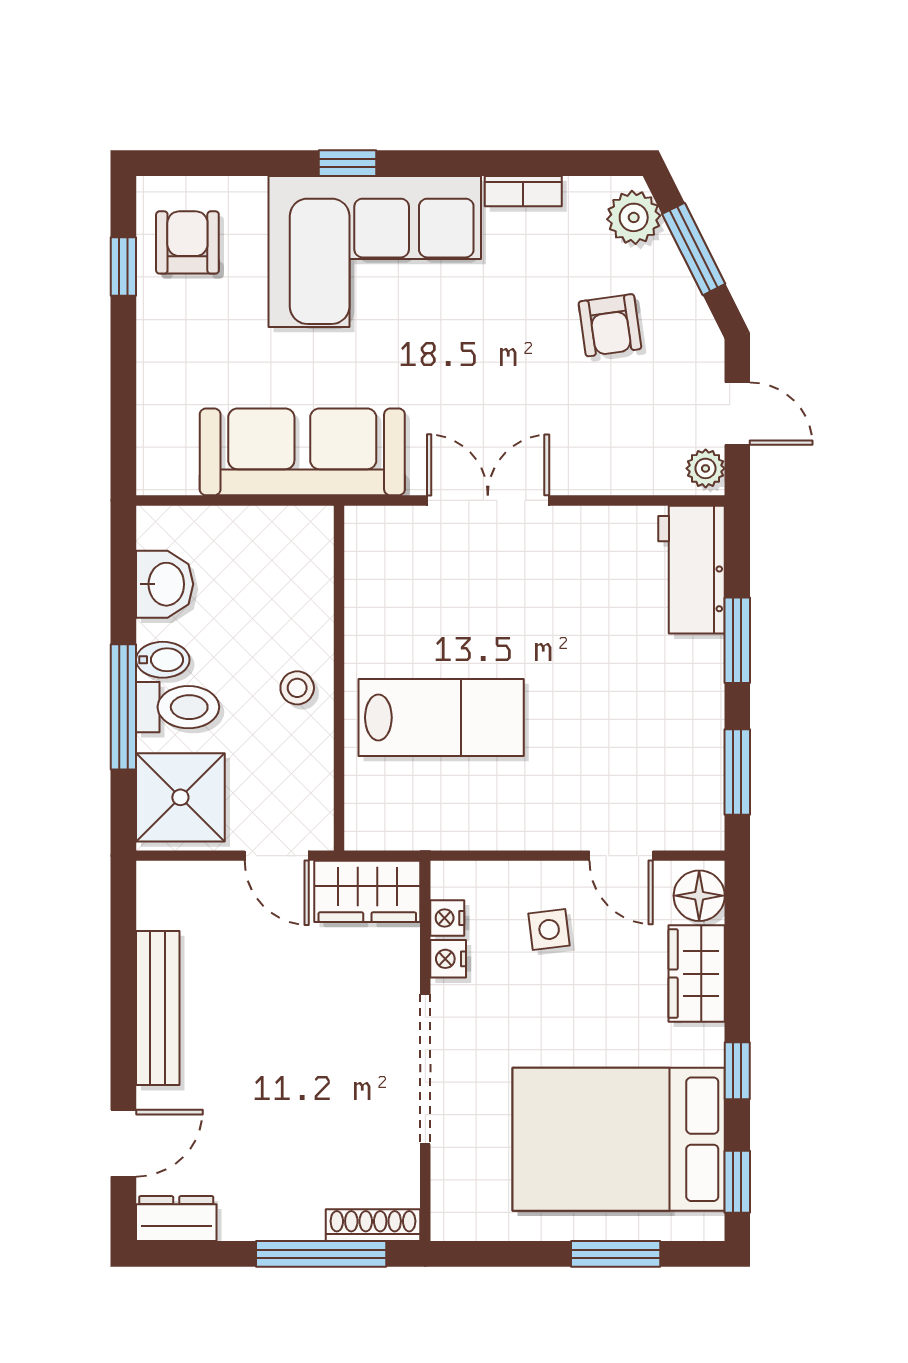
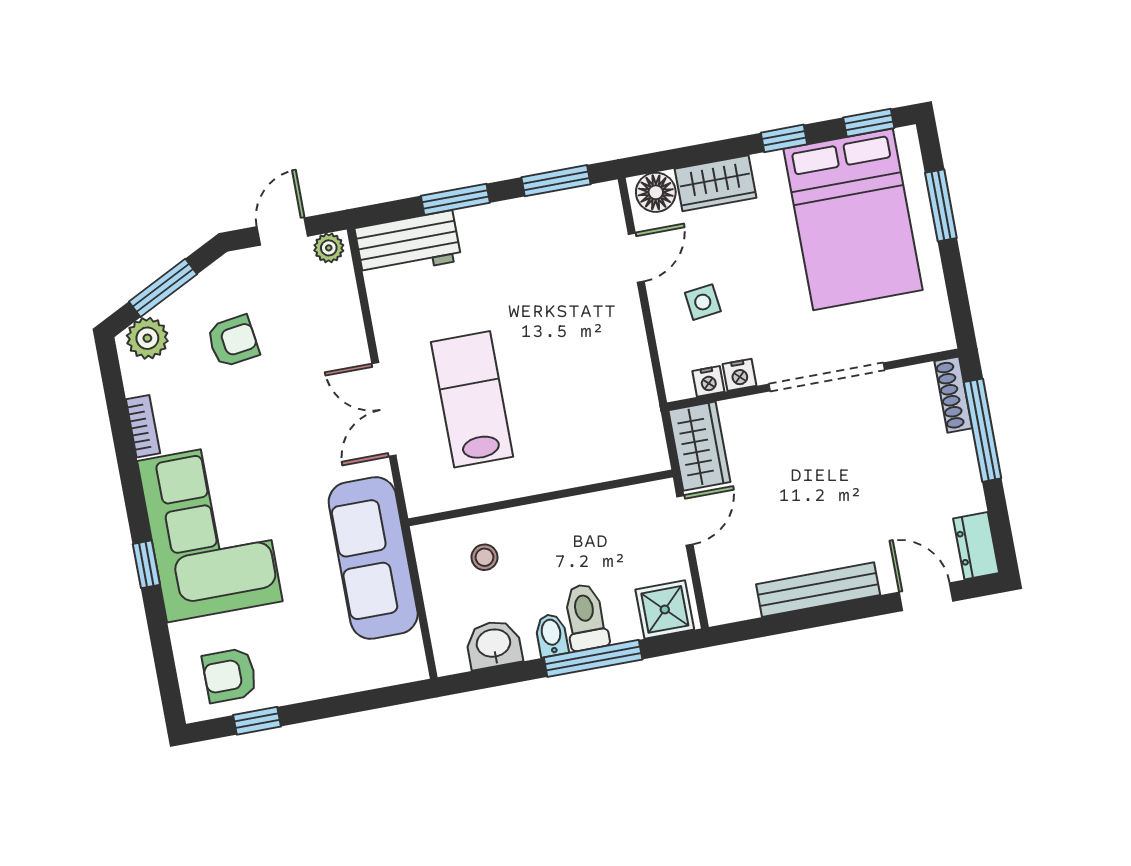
stool: (297, 688) -> (484, 557), moved
lab bench: (441, 717) -> (472, 399), moved
shower: (180, 797) -> (665, 609), width x0.73, depth x0.73

